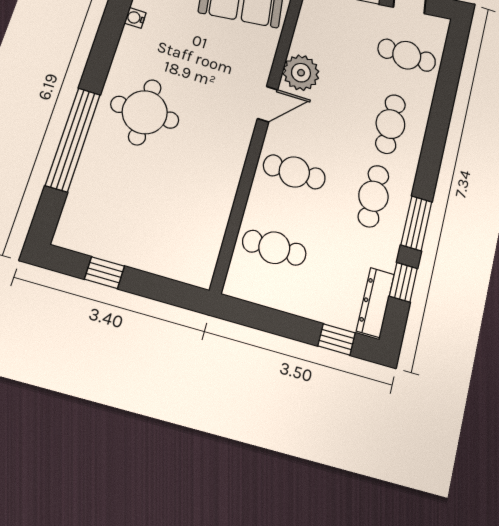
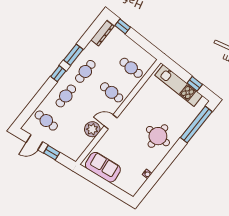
window: (73, 140) -> (196, 125), moved
kitchen unit: (143, 252) -> (179, 85), added
window: (403, 282) -> (58, 74), moved

